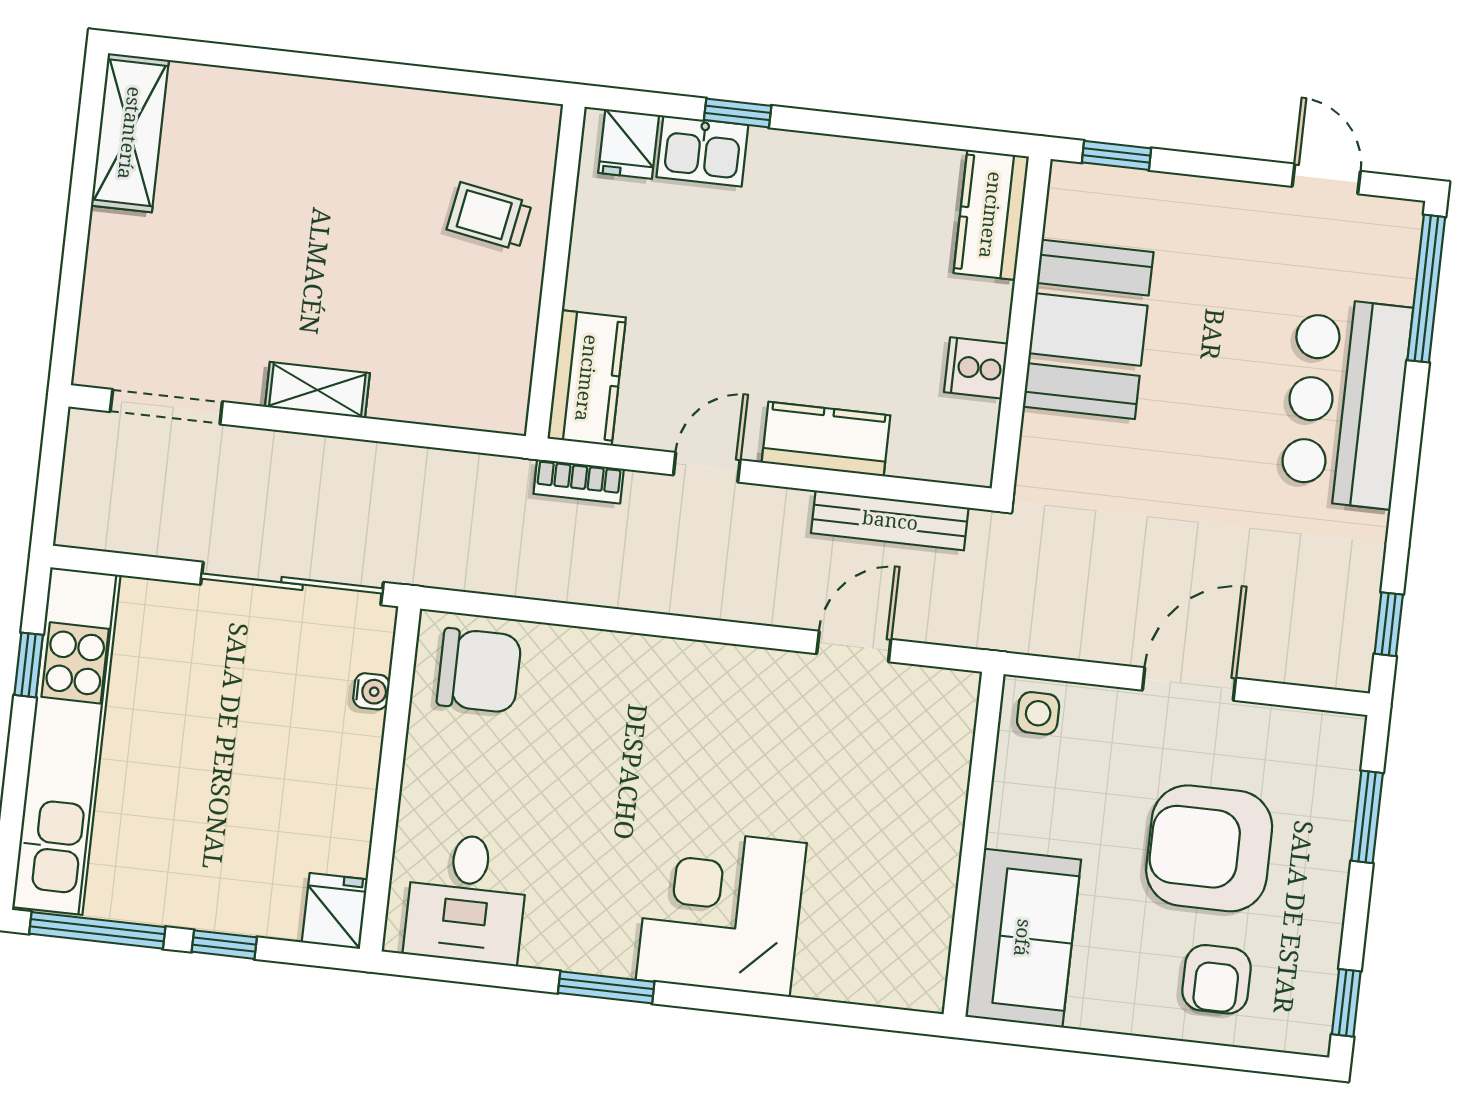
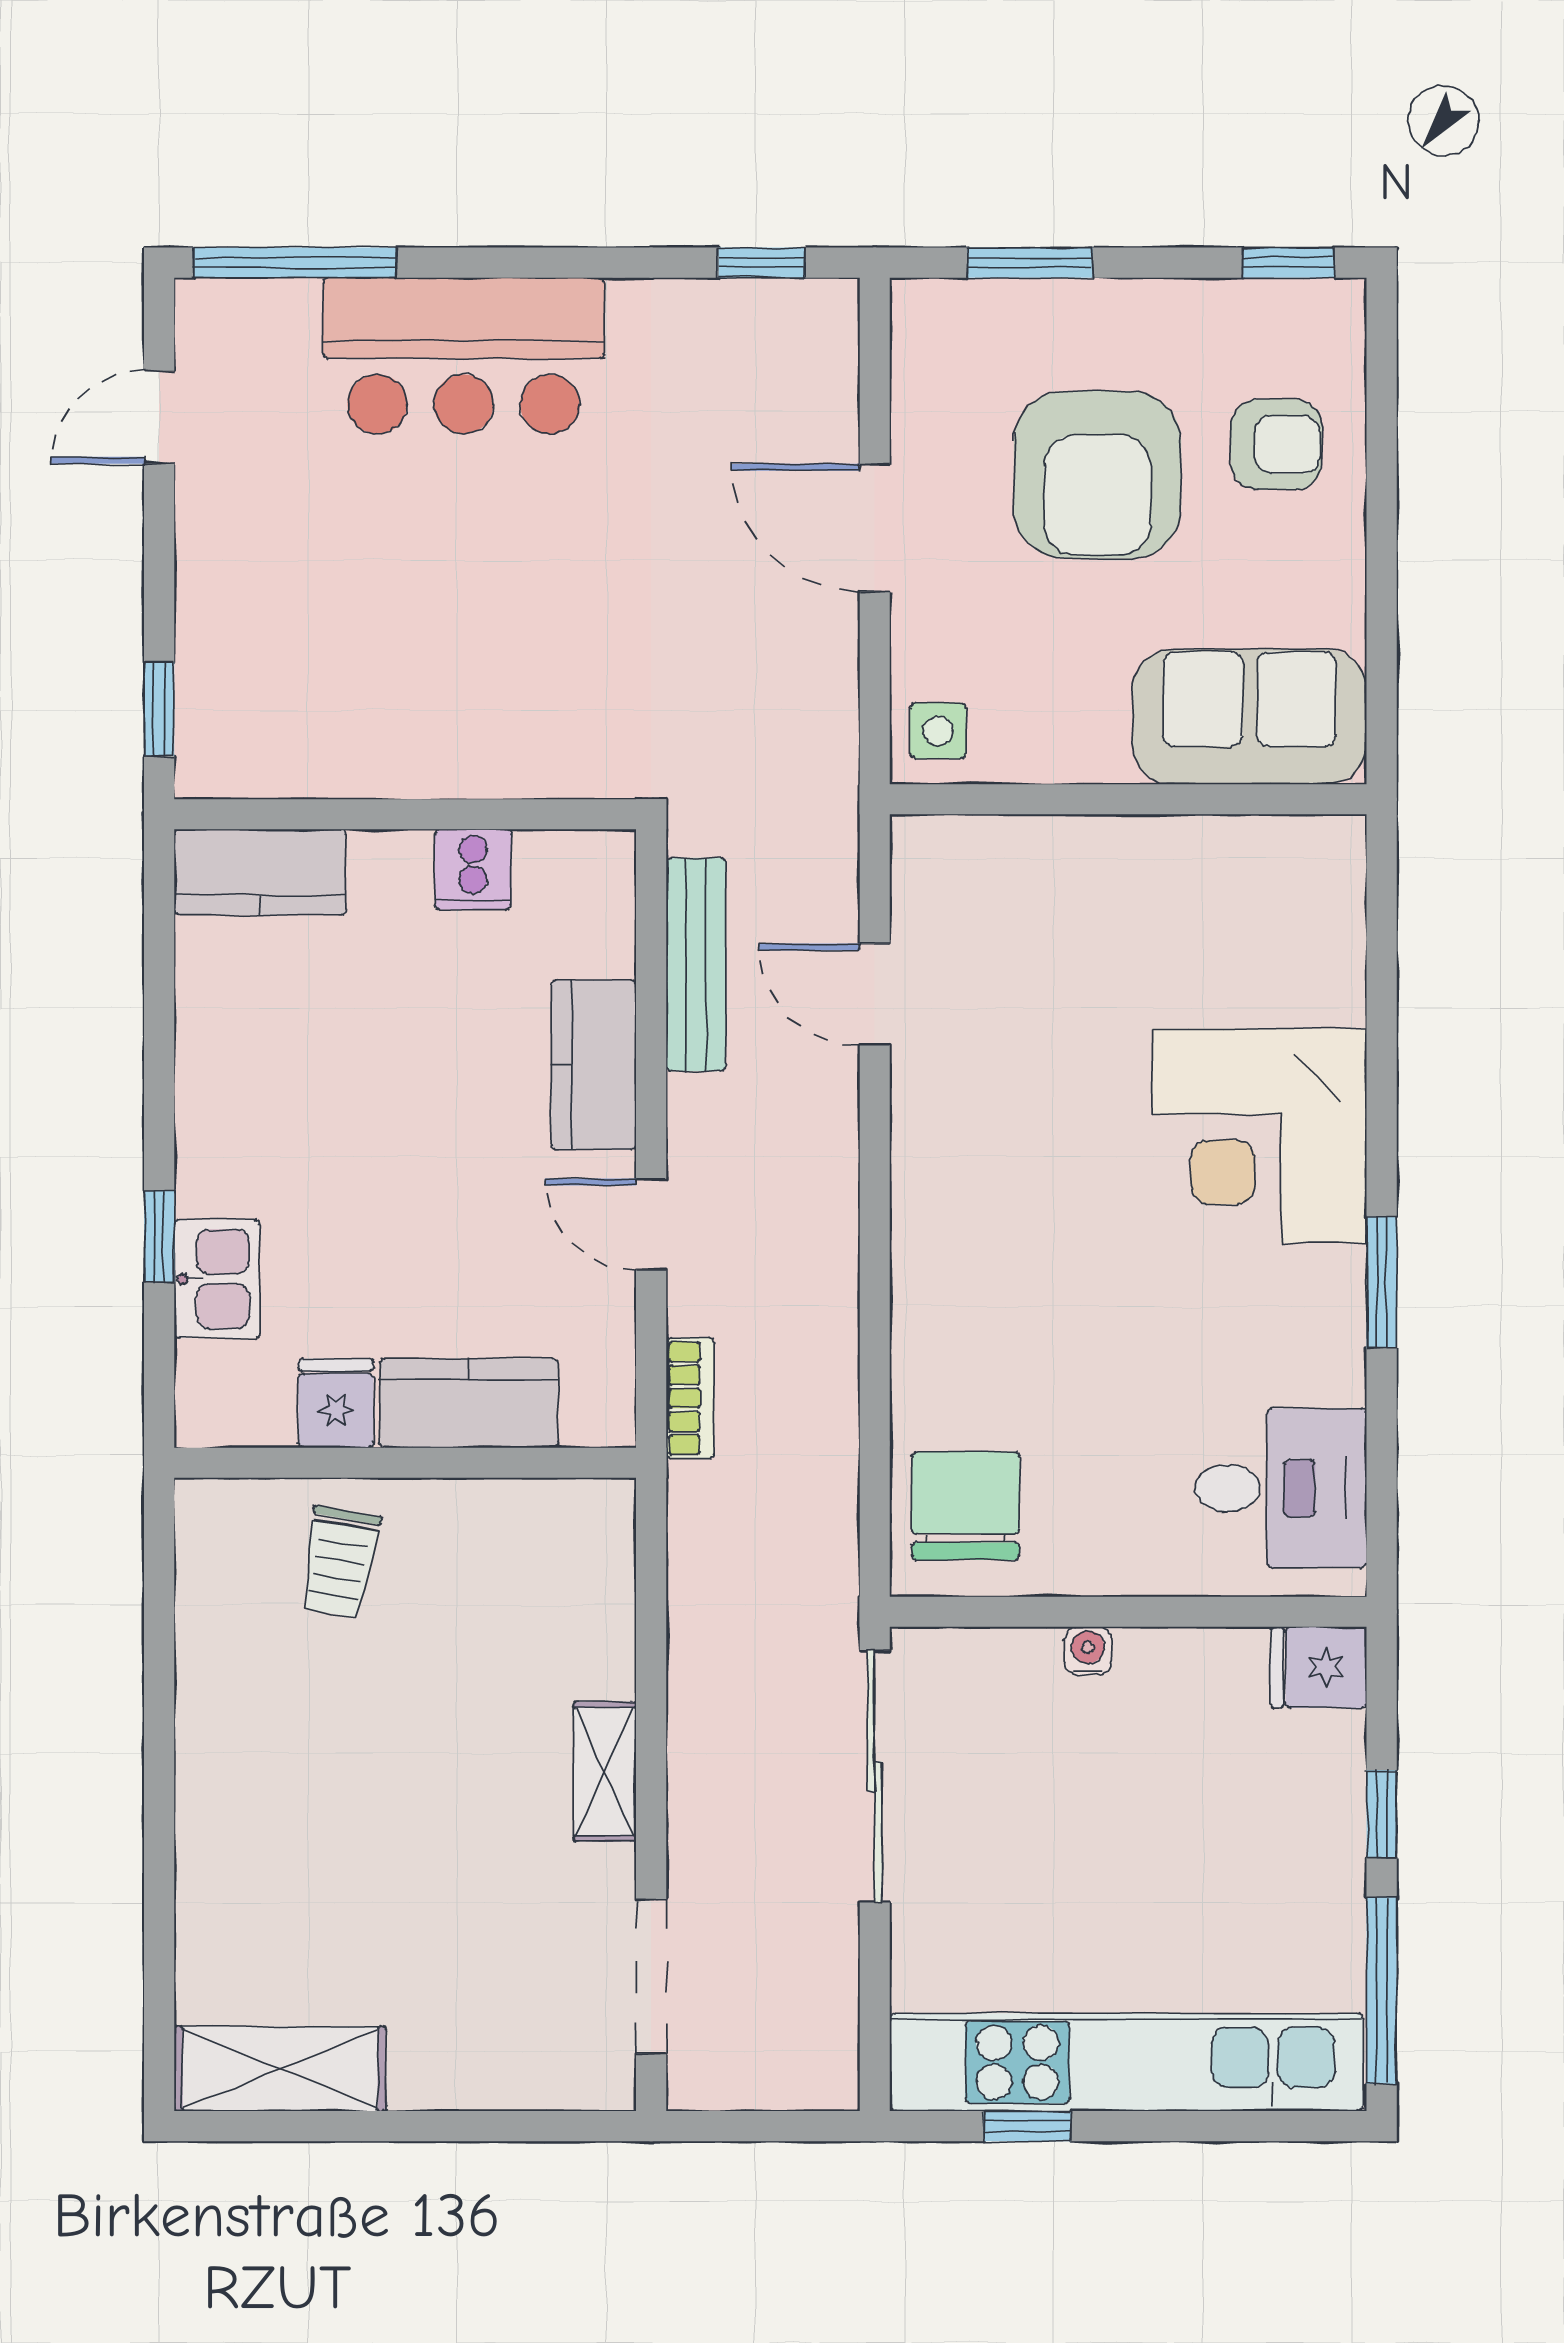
fridge: (629, 144) -> (336, 1403), moved, turned -90
booth: (1088, 329) -> (403, 721), removed
kitchen counter: (587, 378) -> (469, 1403), moved
water cooler: (371, 691) -> (1088, 1651), moved

